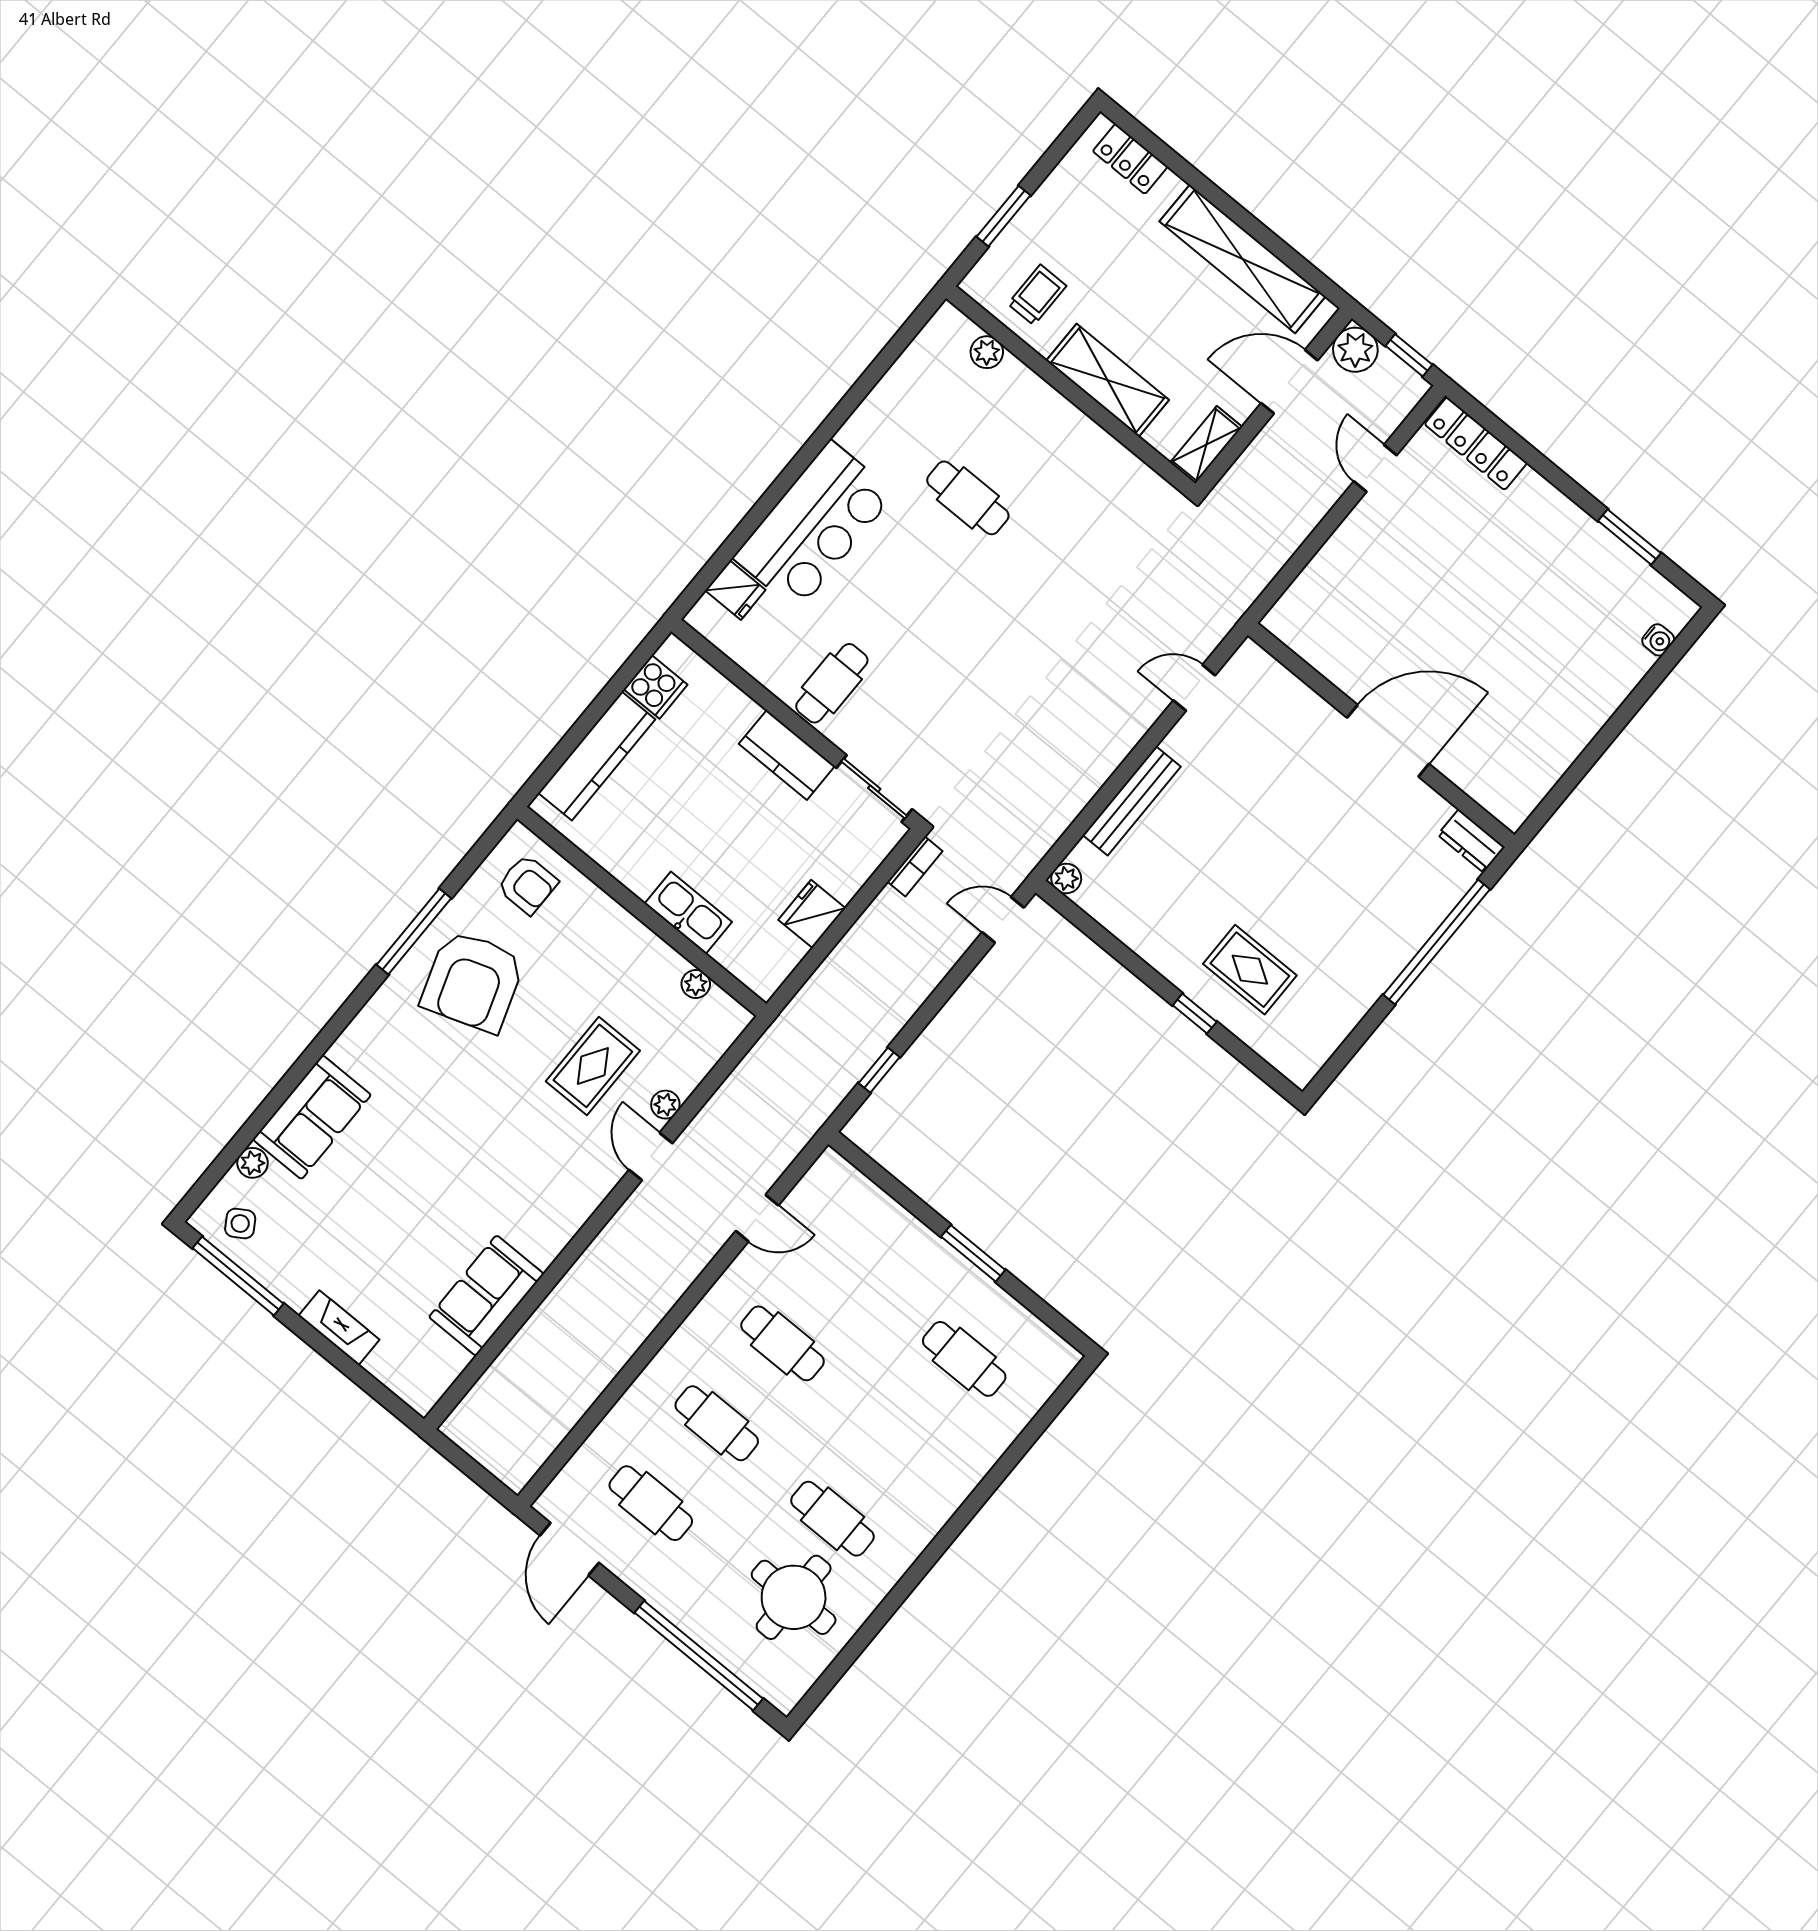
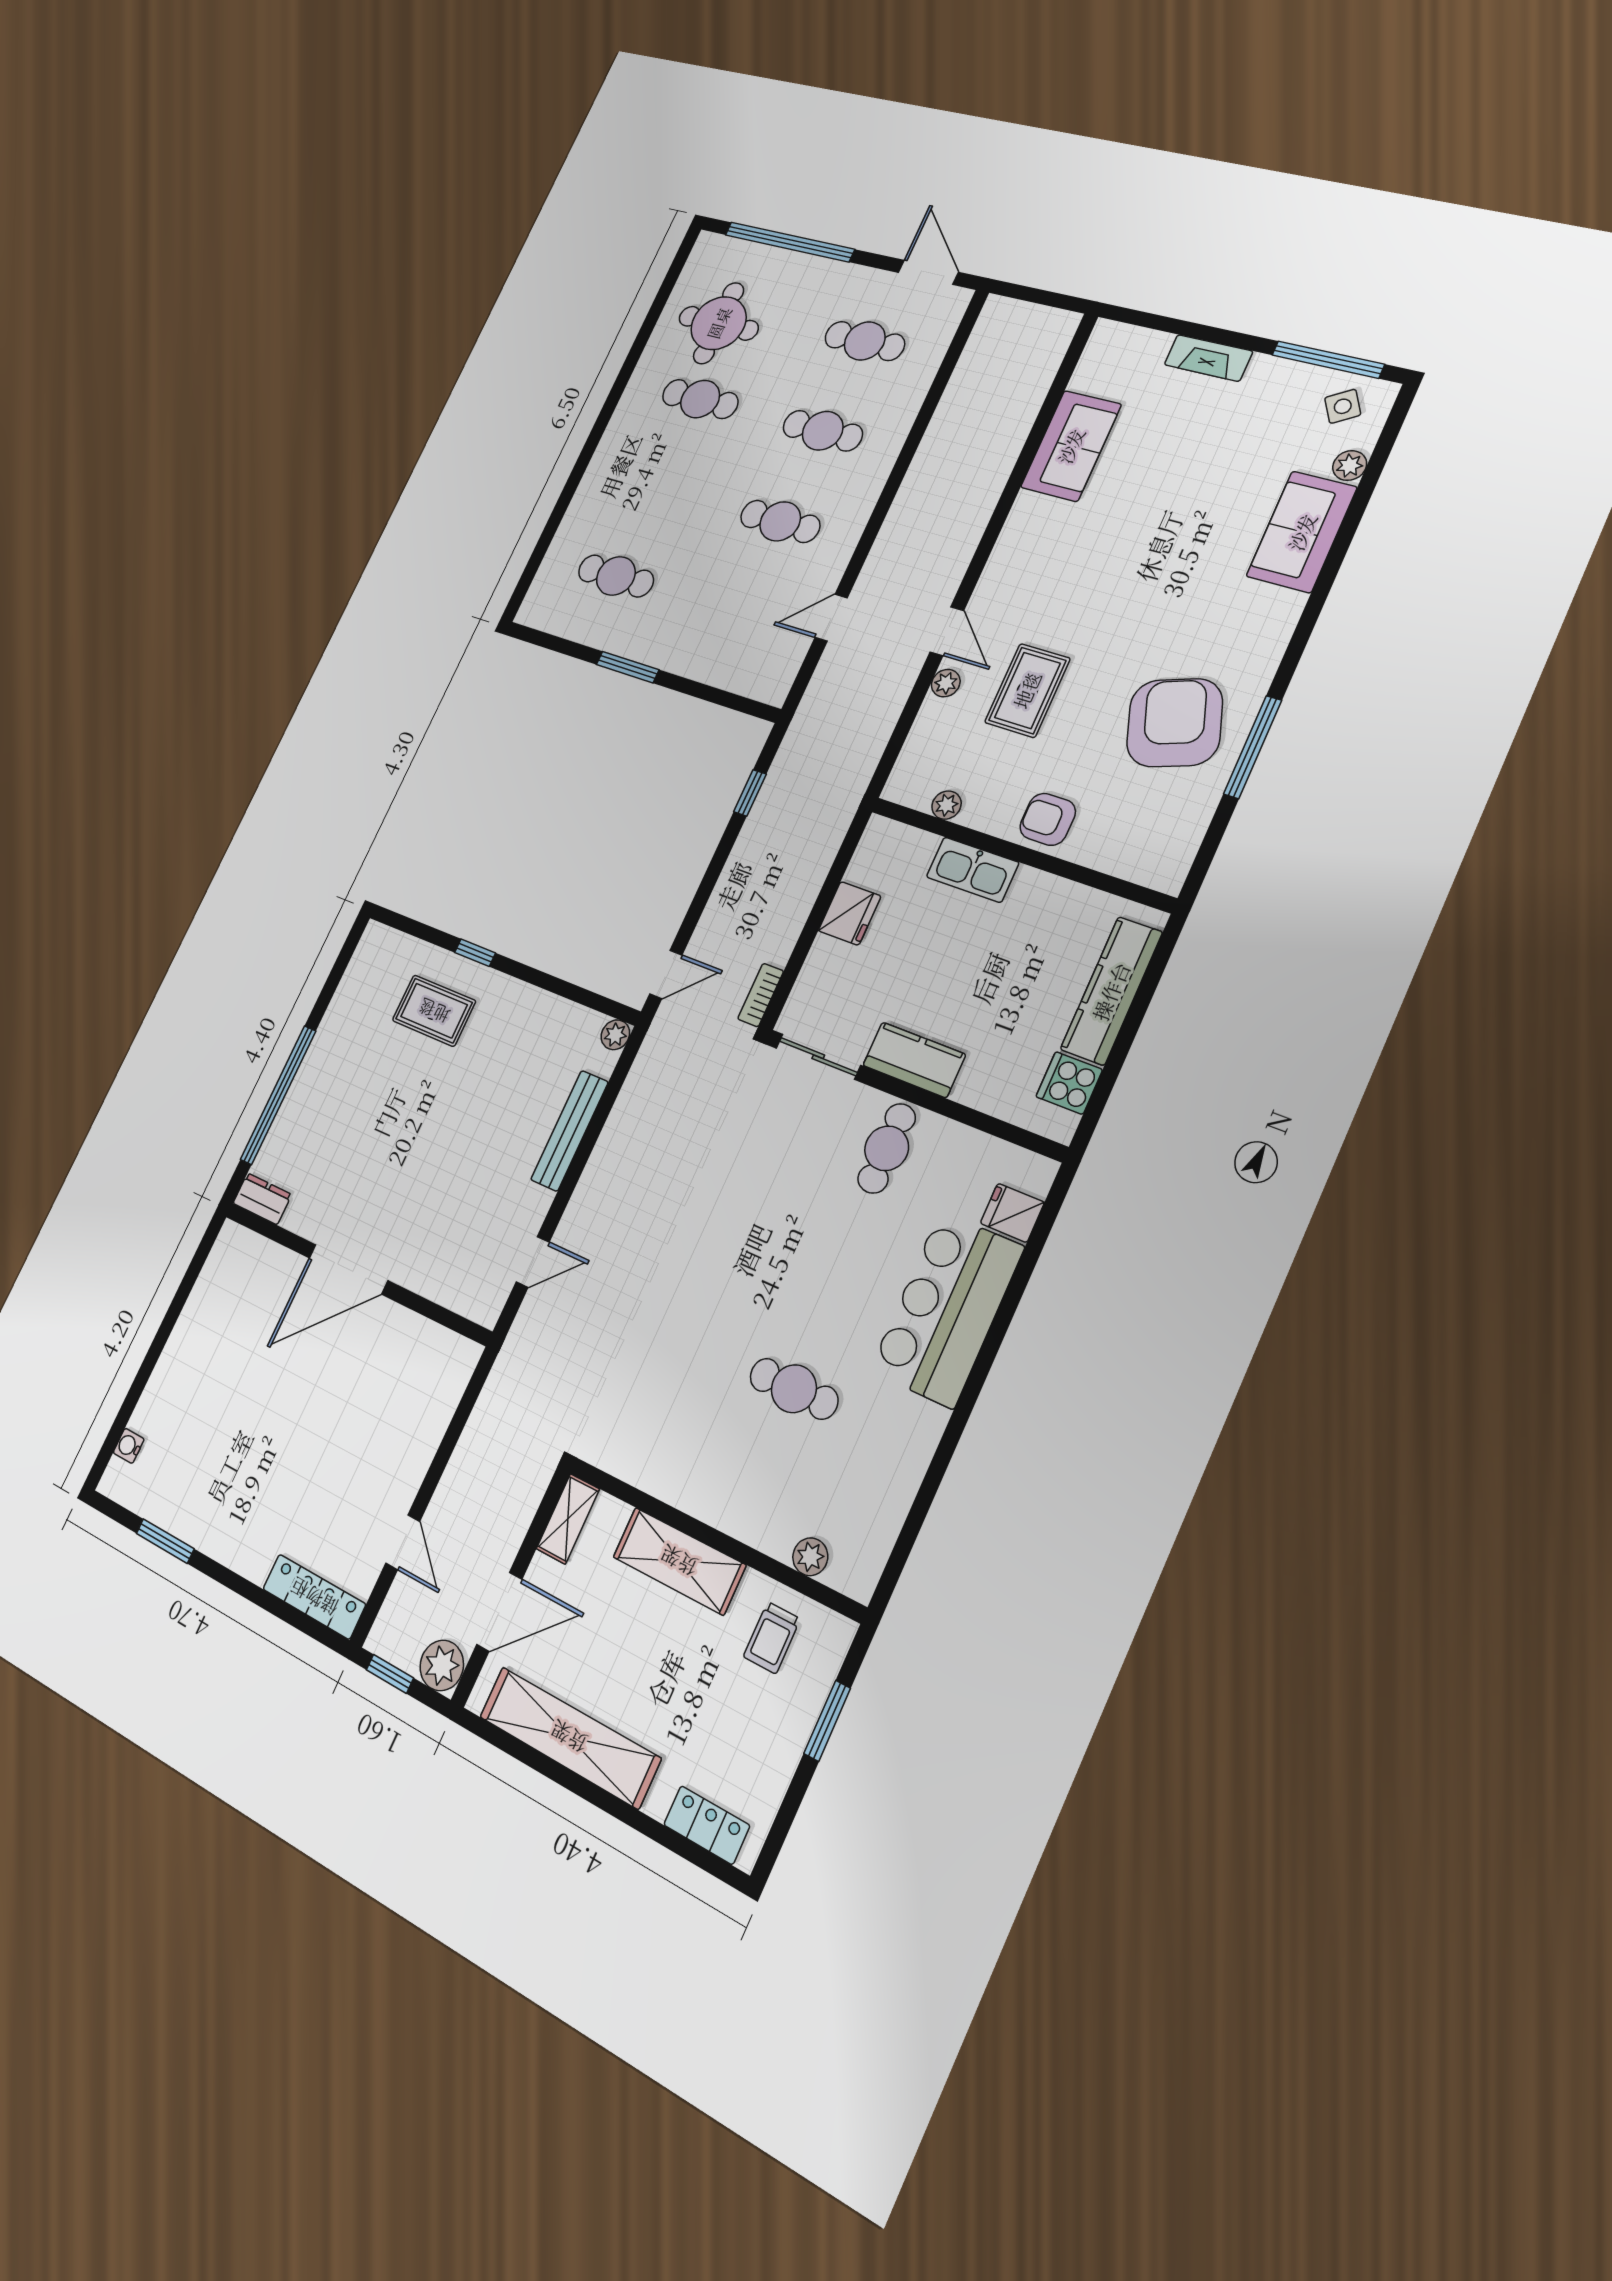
armchair: (527, 884) -> (1048, 819), moved

